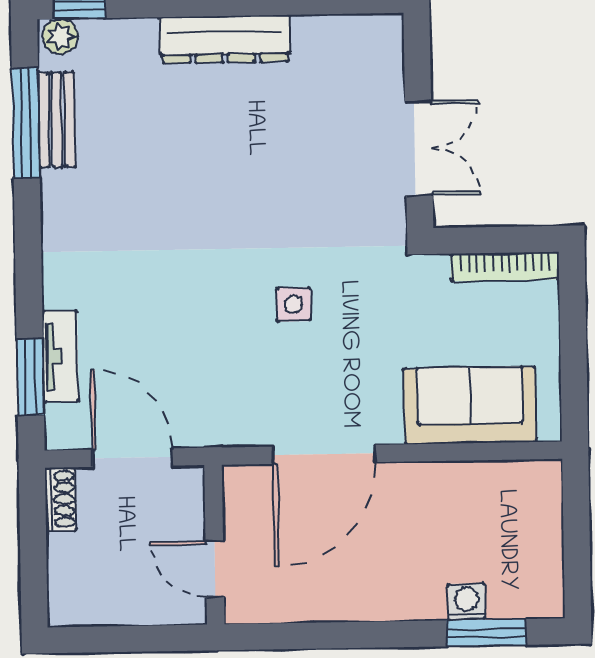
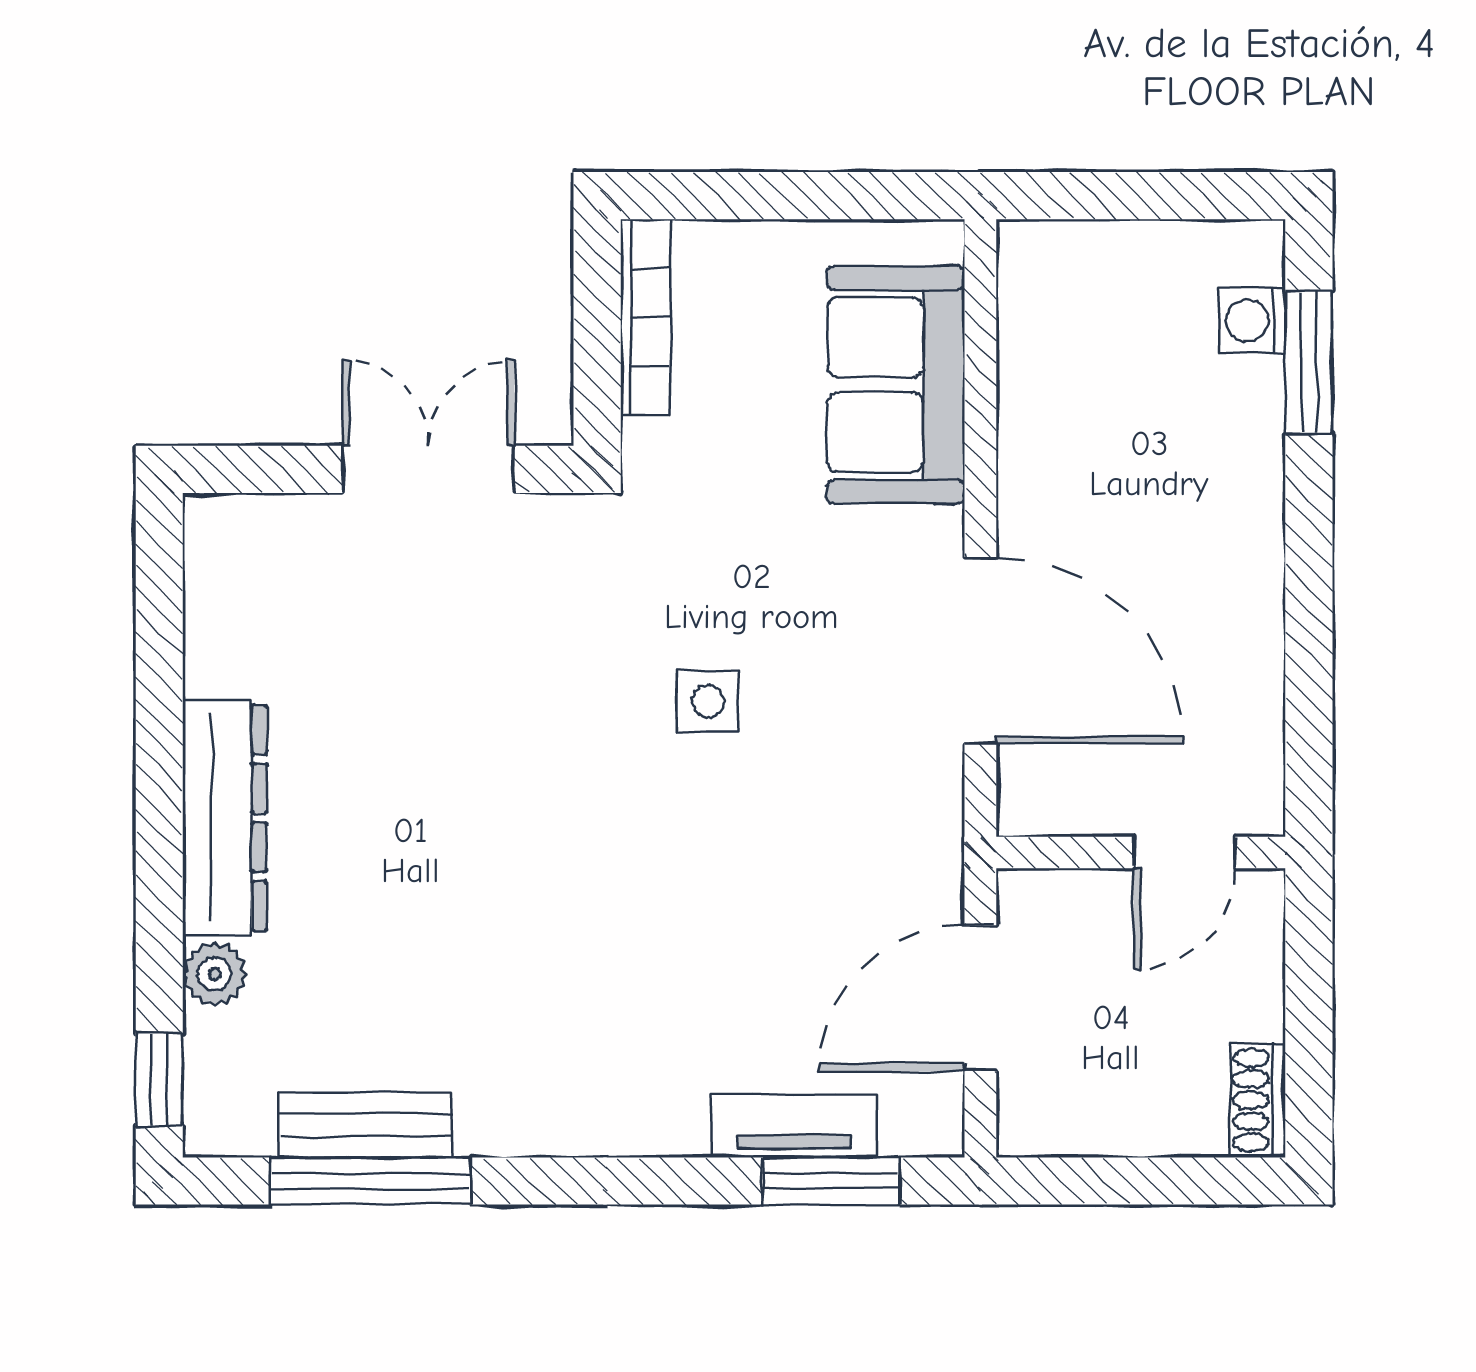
plant: (60, 37) -> (215, 974), moved
shoe rack: (61, 499) -> (1257, 1100), moved, turned -90
washing machine: (467, 602) -> (1252, 321), moved

